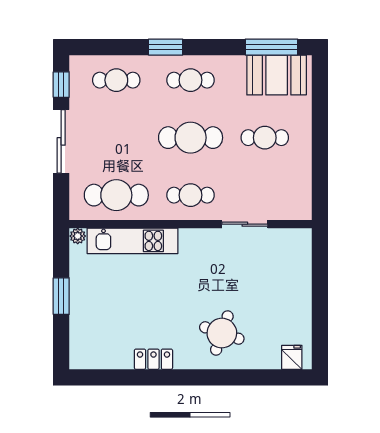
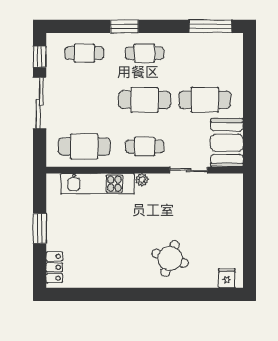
booth: (277, 75) -> (227, 143), moved, turned 90
cafe table: (265, 138) -> (205, 100), width x1.37, depth x1.35
plant: (78, 236) -> (142, 180), moved
locker: (153, 359) -> (54, 267), moved, turned 90

